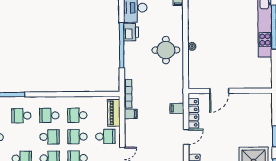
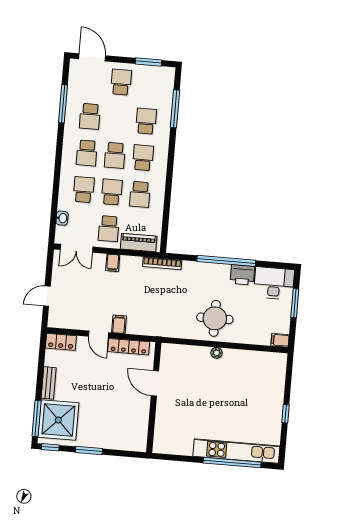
filing cabinet: (177, 108) -> (119, 324), moved
filing cabinet: (131, 114) -> (113, 263), moved
school desk: (77, 115) -> (140, 194), turned 180

